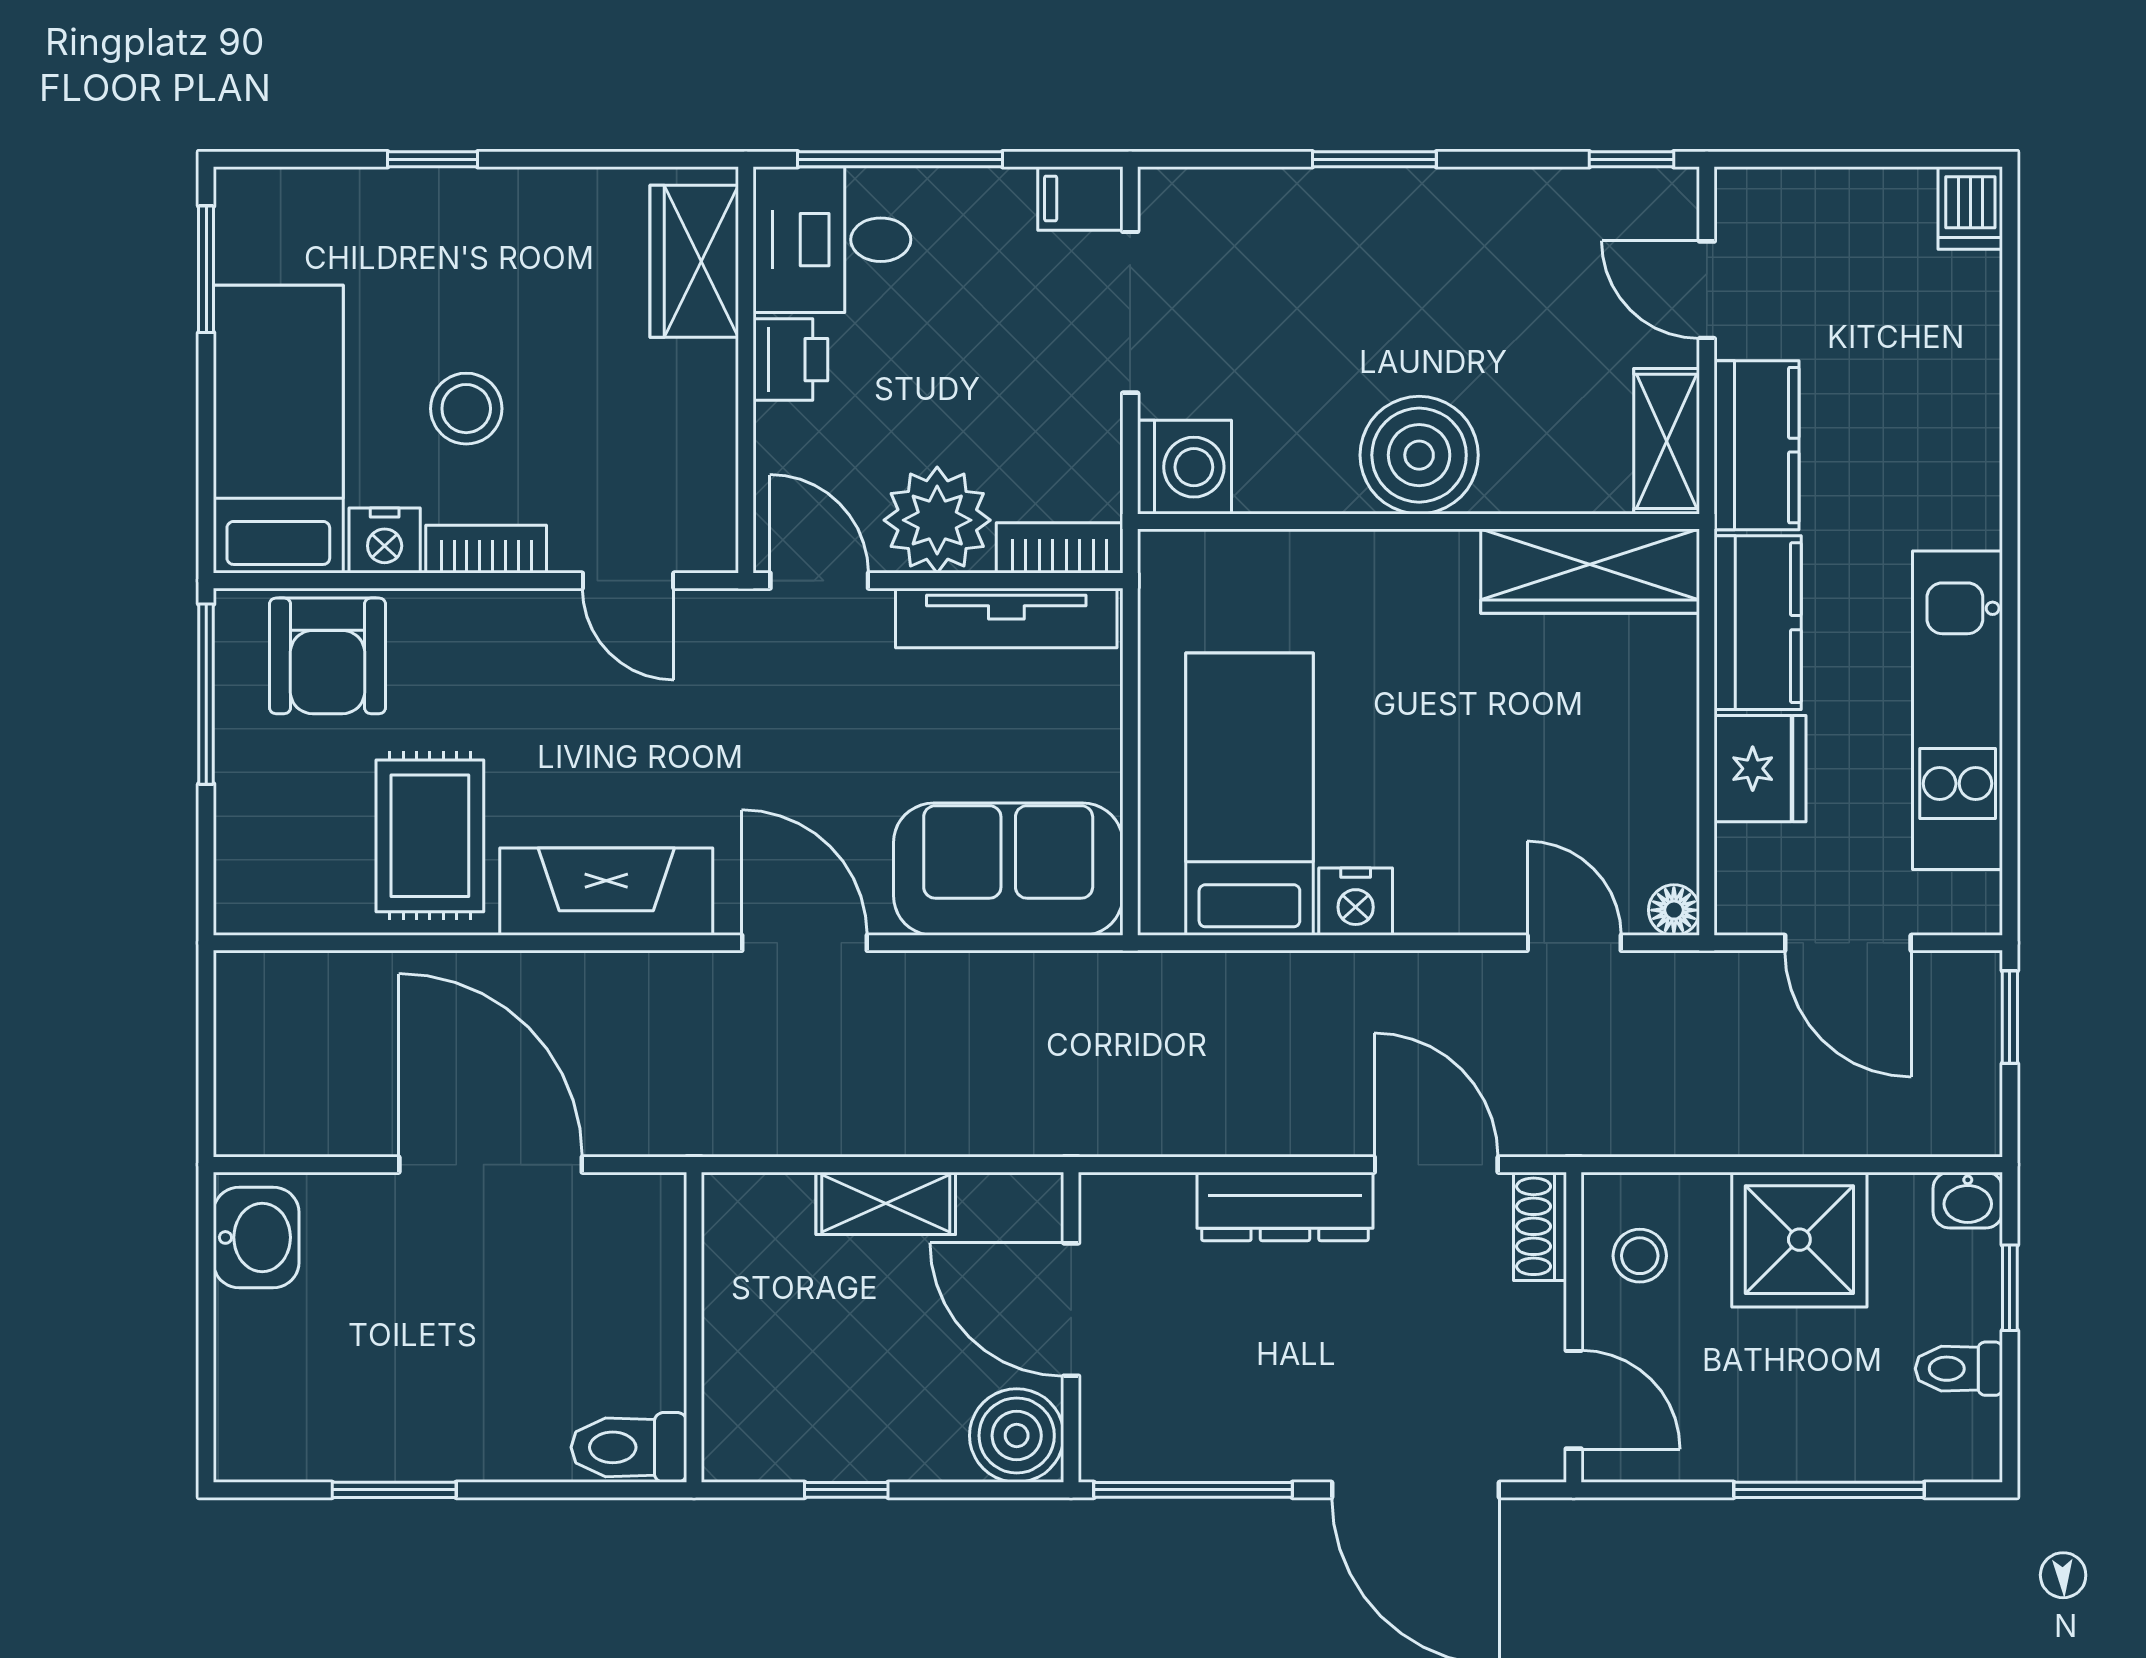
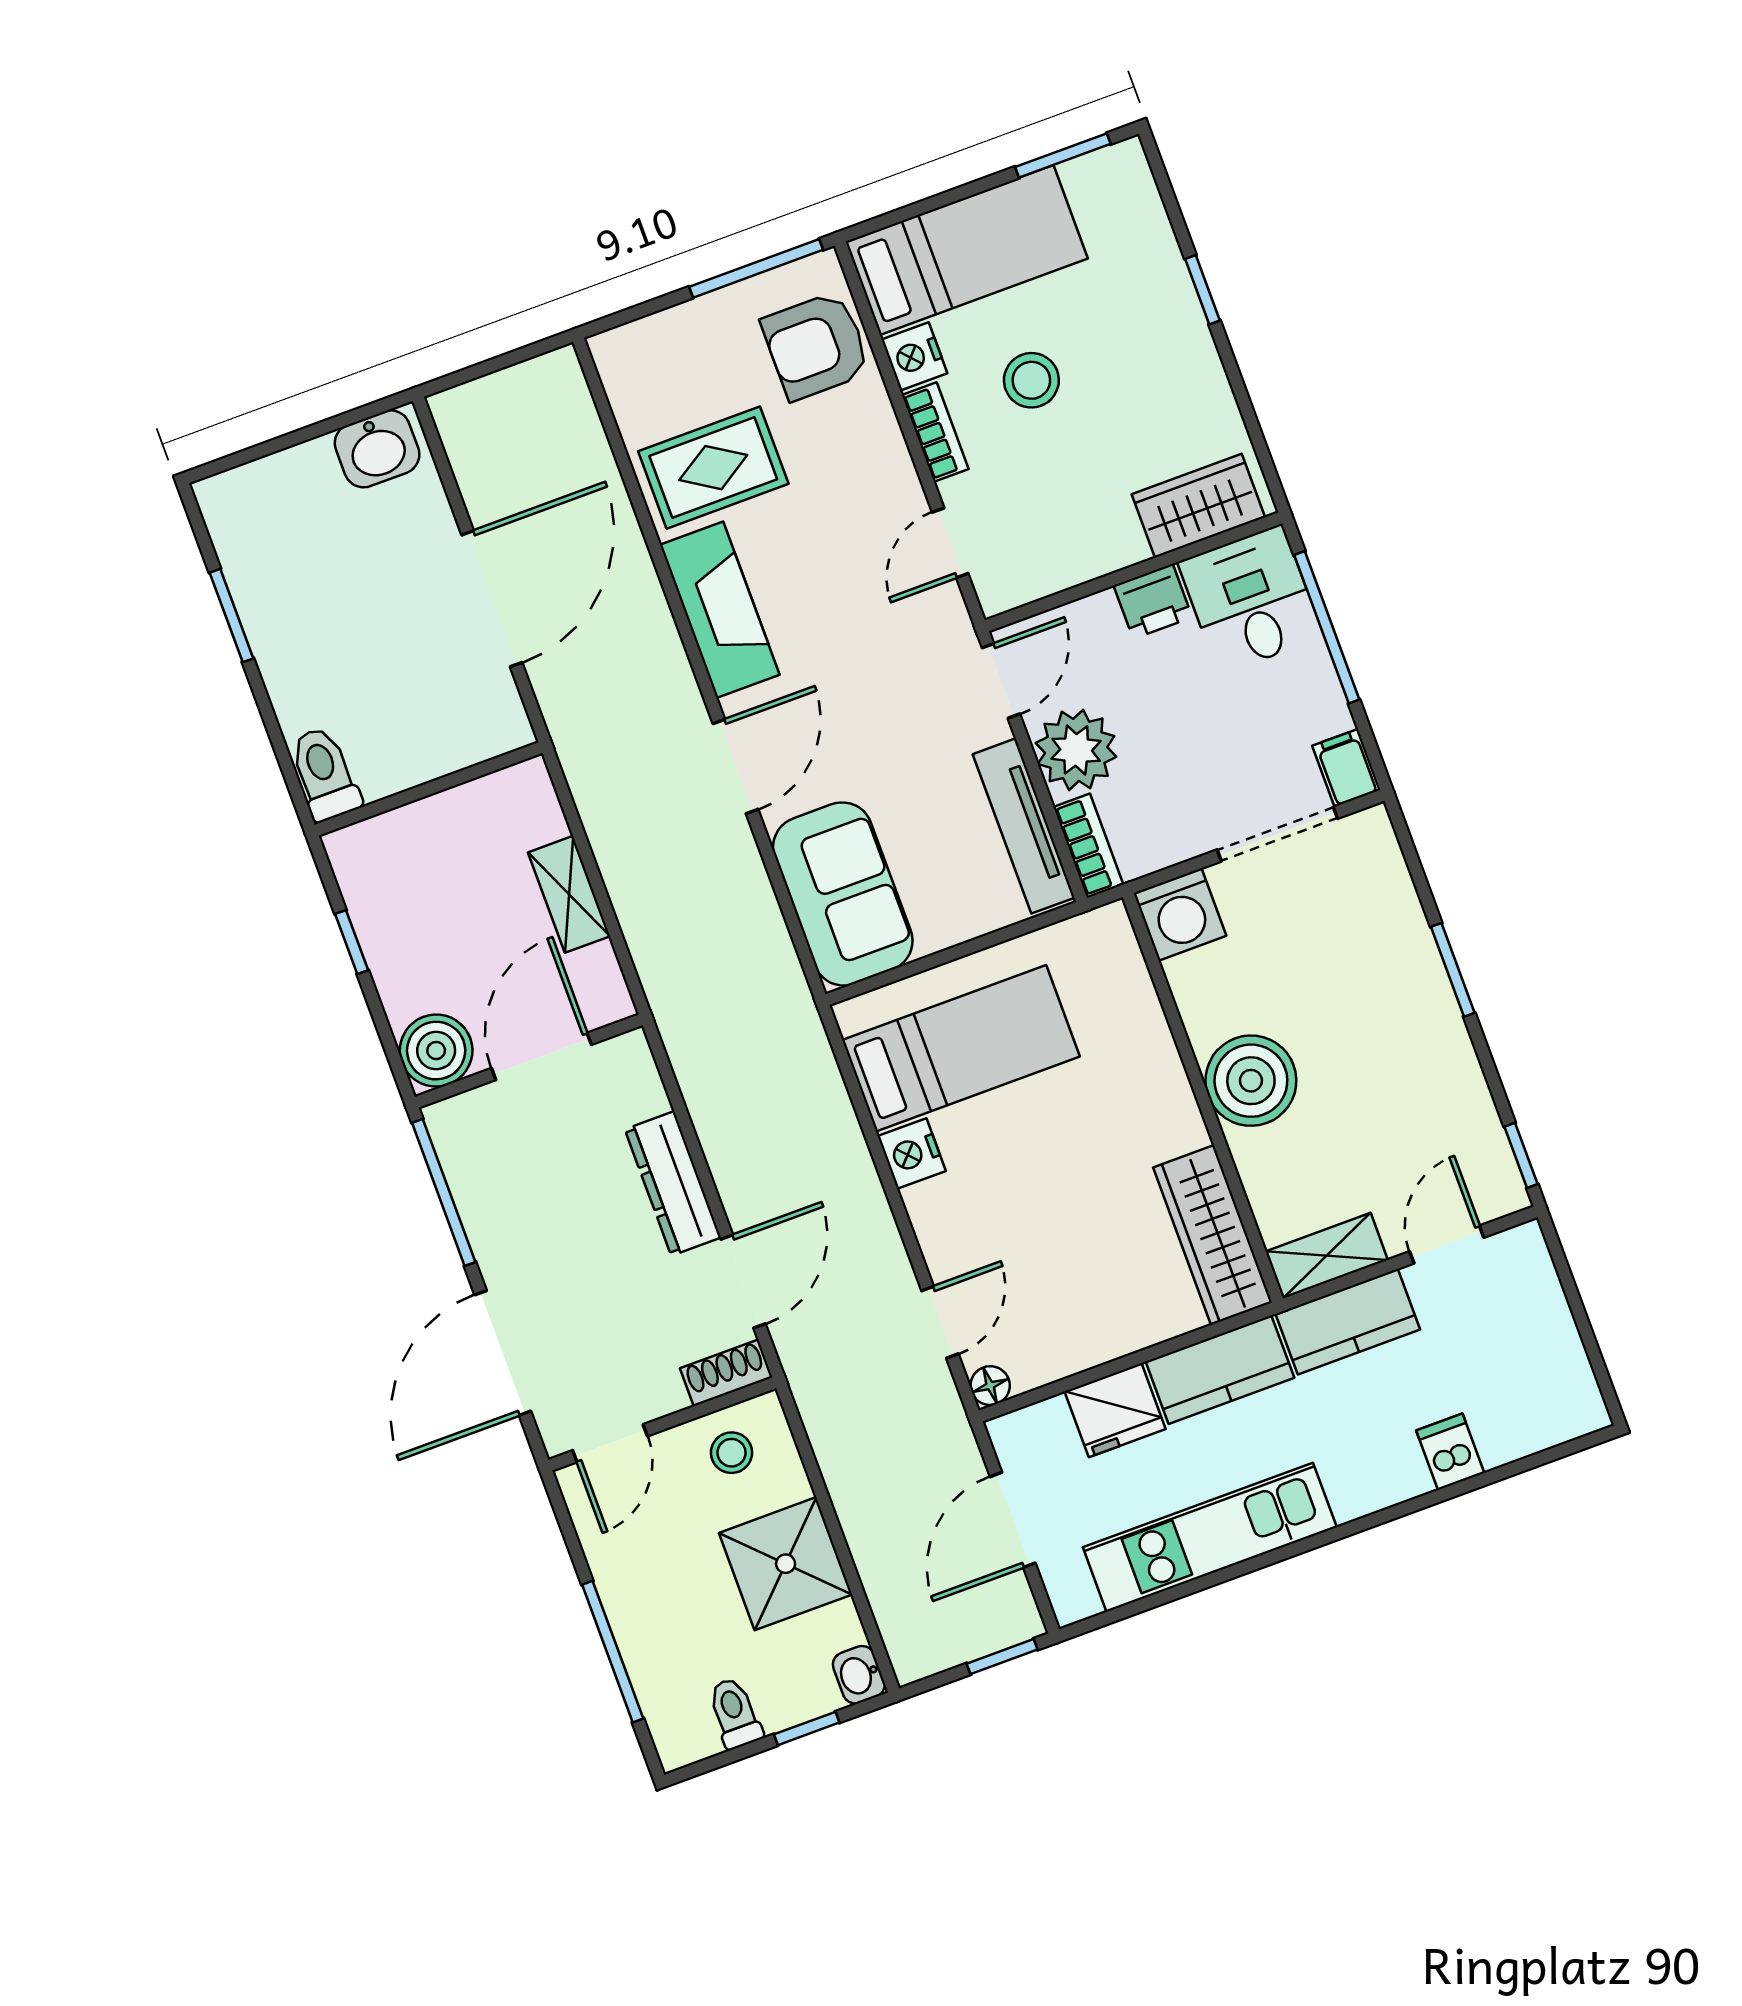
dishwasher: (1970, 208) -> (1450, 1452), moved, turned 90

